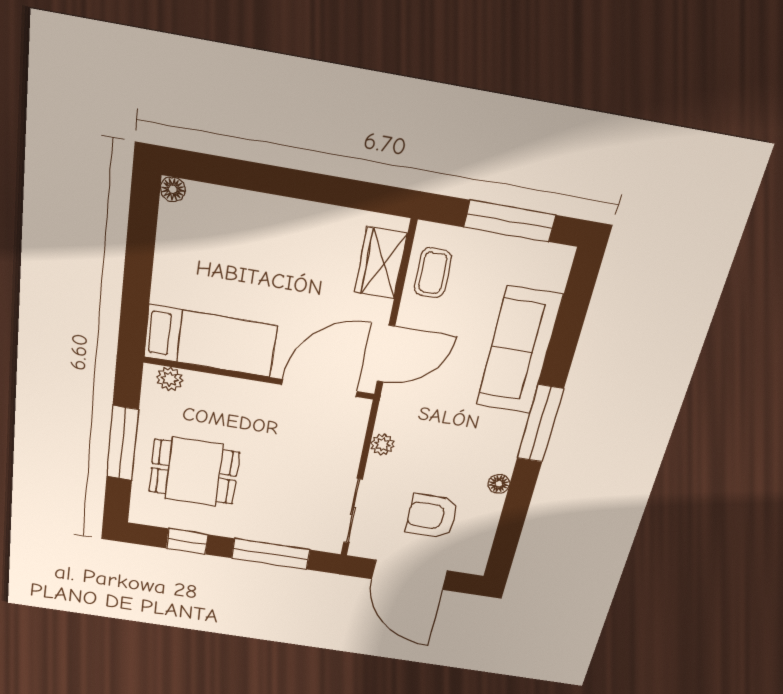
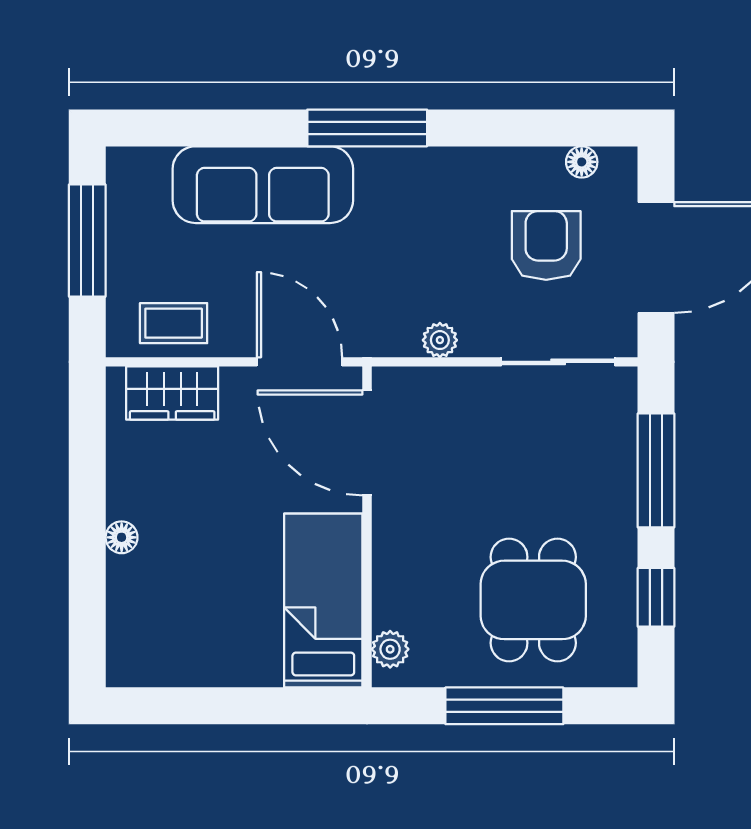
floor lamp: (173, 189) -> (122, 537), moved
floor lamp: (499, 484) -> (582, 162), moved
armchair: (432, 516) -> (546, 245), turned 180

